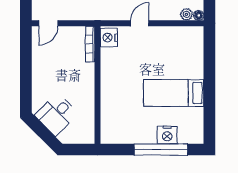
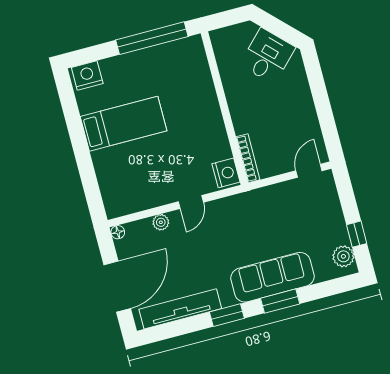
plant: (186, 14) -> (161, 222), moved
nightstand: (167, 135) -> (87, 75), moved
window: (161, 150) -> (152, 38), moved

